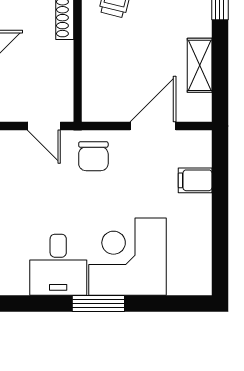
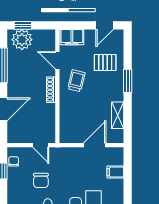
chair: (93, 156) -> (41, 180), moved

